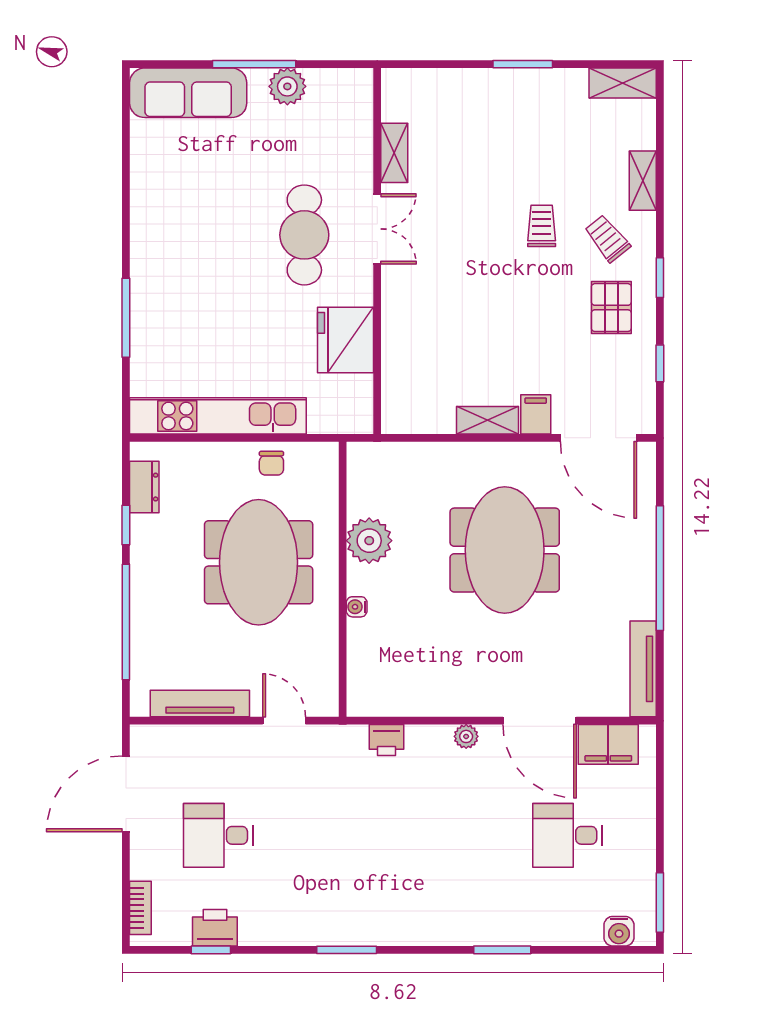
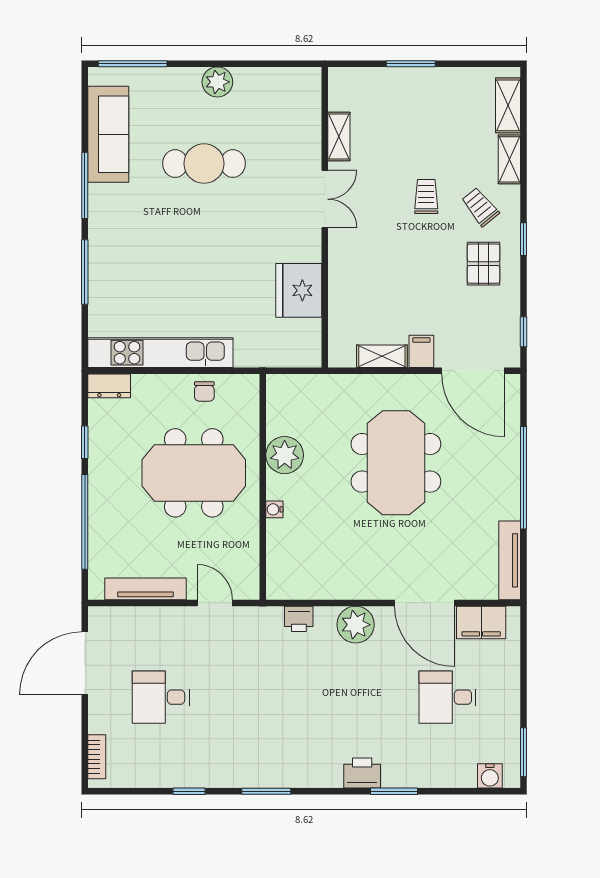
window: (254, 64) -> (133, 64), moved
shelving: (623, 83) -> (508, 105), moved, turned 90
sofa: (188, 93) -> (108, 134), moved, turned -90
shelving: (394, 153) -> (339, 137), moved
window: (126, 212) -> (85, 185), added
double door: (377, 229) -> (325, 199), moved
cafe table: (304, 235) -> (204, 164), moved, turned 90
wall: (377, 251) -> (325, 217), moved
fridge: (346, 340) -> (299, 290), moved
window: (660, 363) -> (523, 332), moved
dresser: (144, 487) -> (109, 386), moved, turned 90
meeting table: (259, 562) -> (194, 473), turned 90
plant: (466, 736) -> (356, 625), width x1.87, depth x1.87
printer: (215, 928) -> (362, 773), moved
window: (211, 950) -> (189, 791), moved

